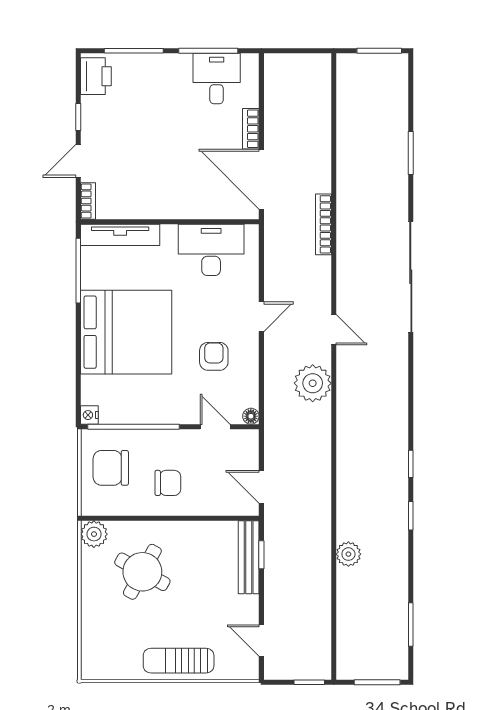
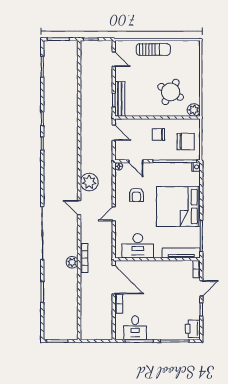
plant: (348, 554) -> (72, 262), moved

